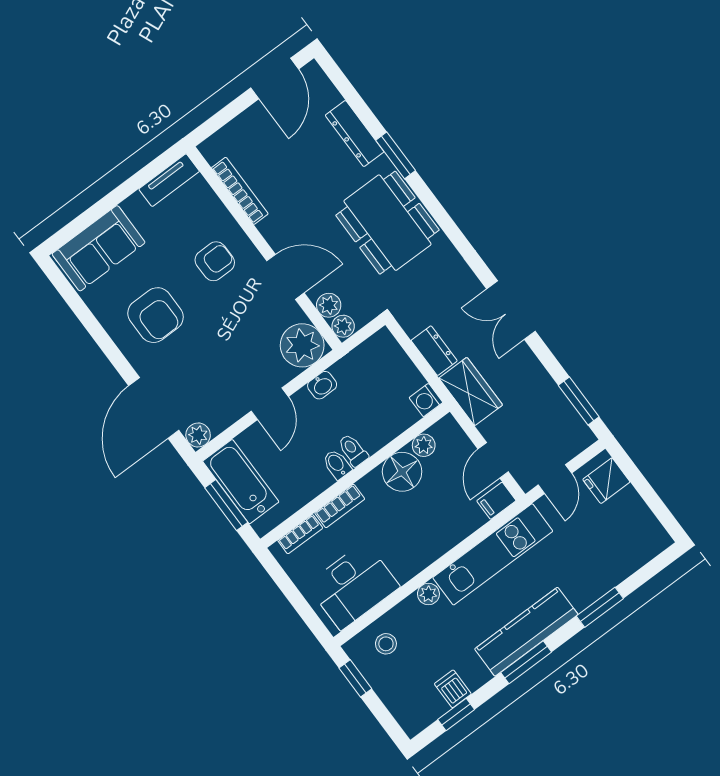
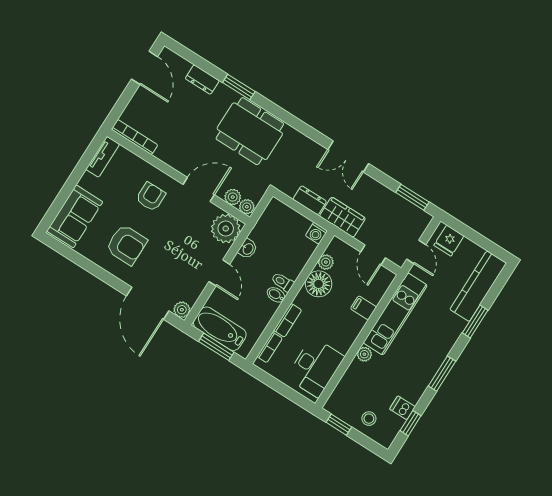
dresser: (355, 133) -> (202, 80), width x0.70
bookcase: (240, 191) -> (135, 137), moved
filing cabinet: (496, 501) -> (363, 308), moved, turned 90
kitchen counter: (526, 632) -> (478, 286), moved
stool: (386, 644) -> (369, 419), moved

